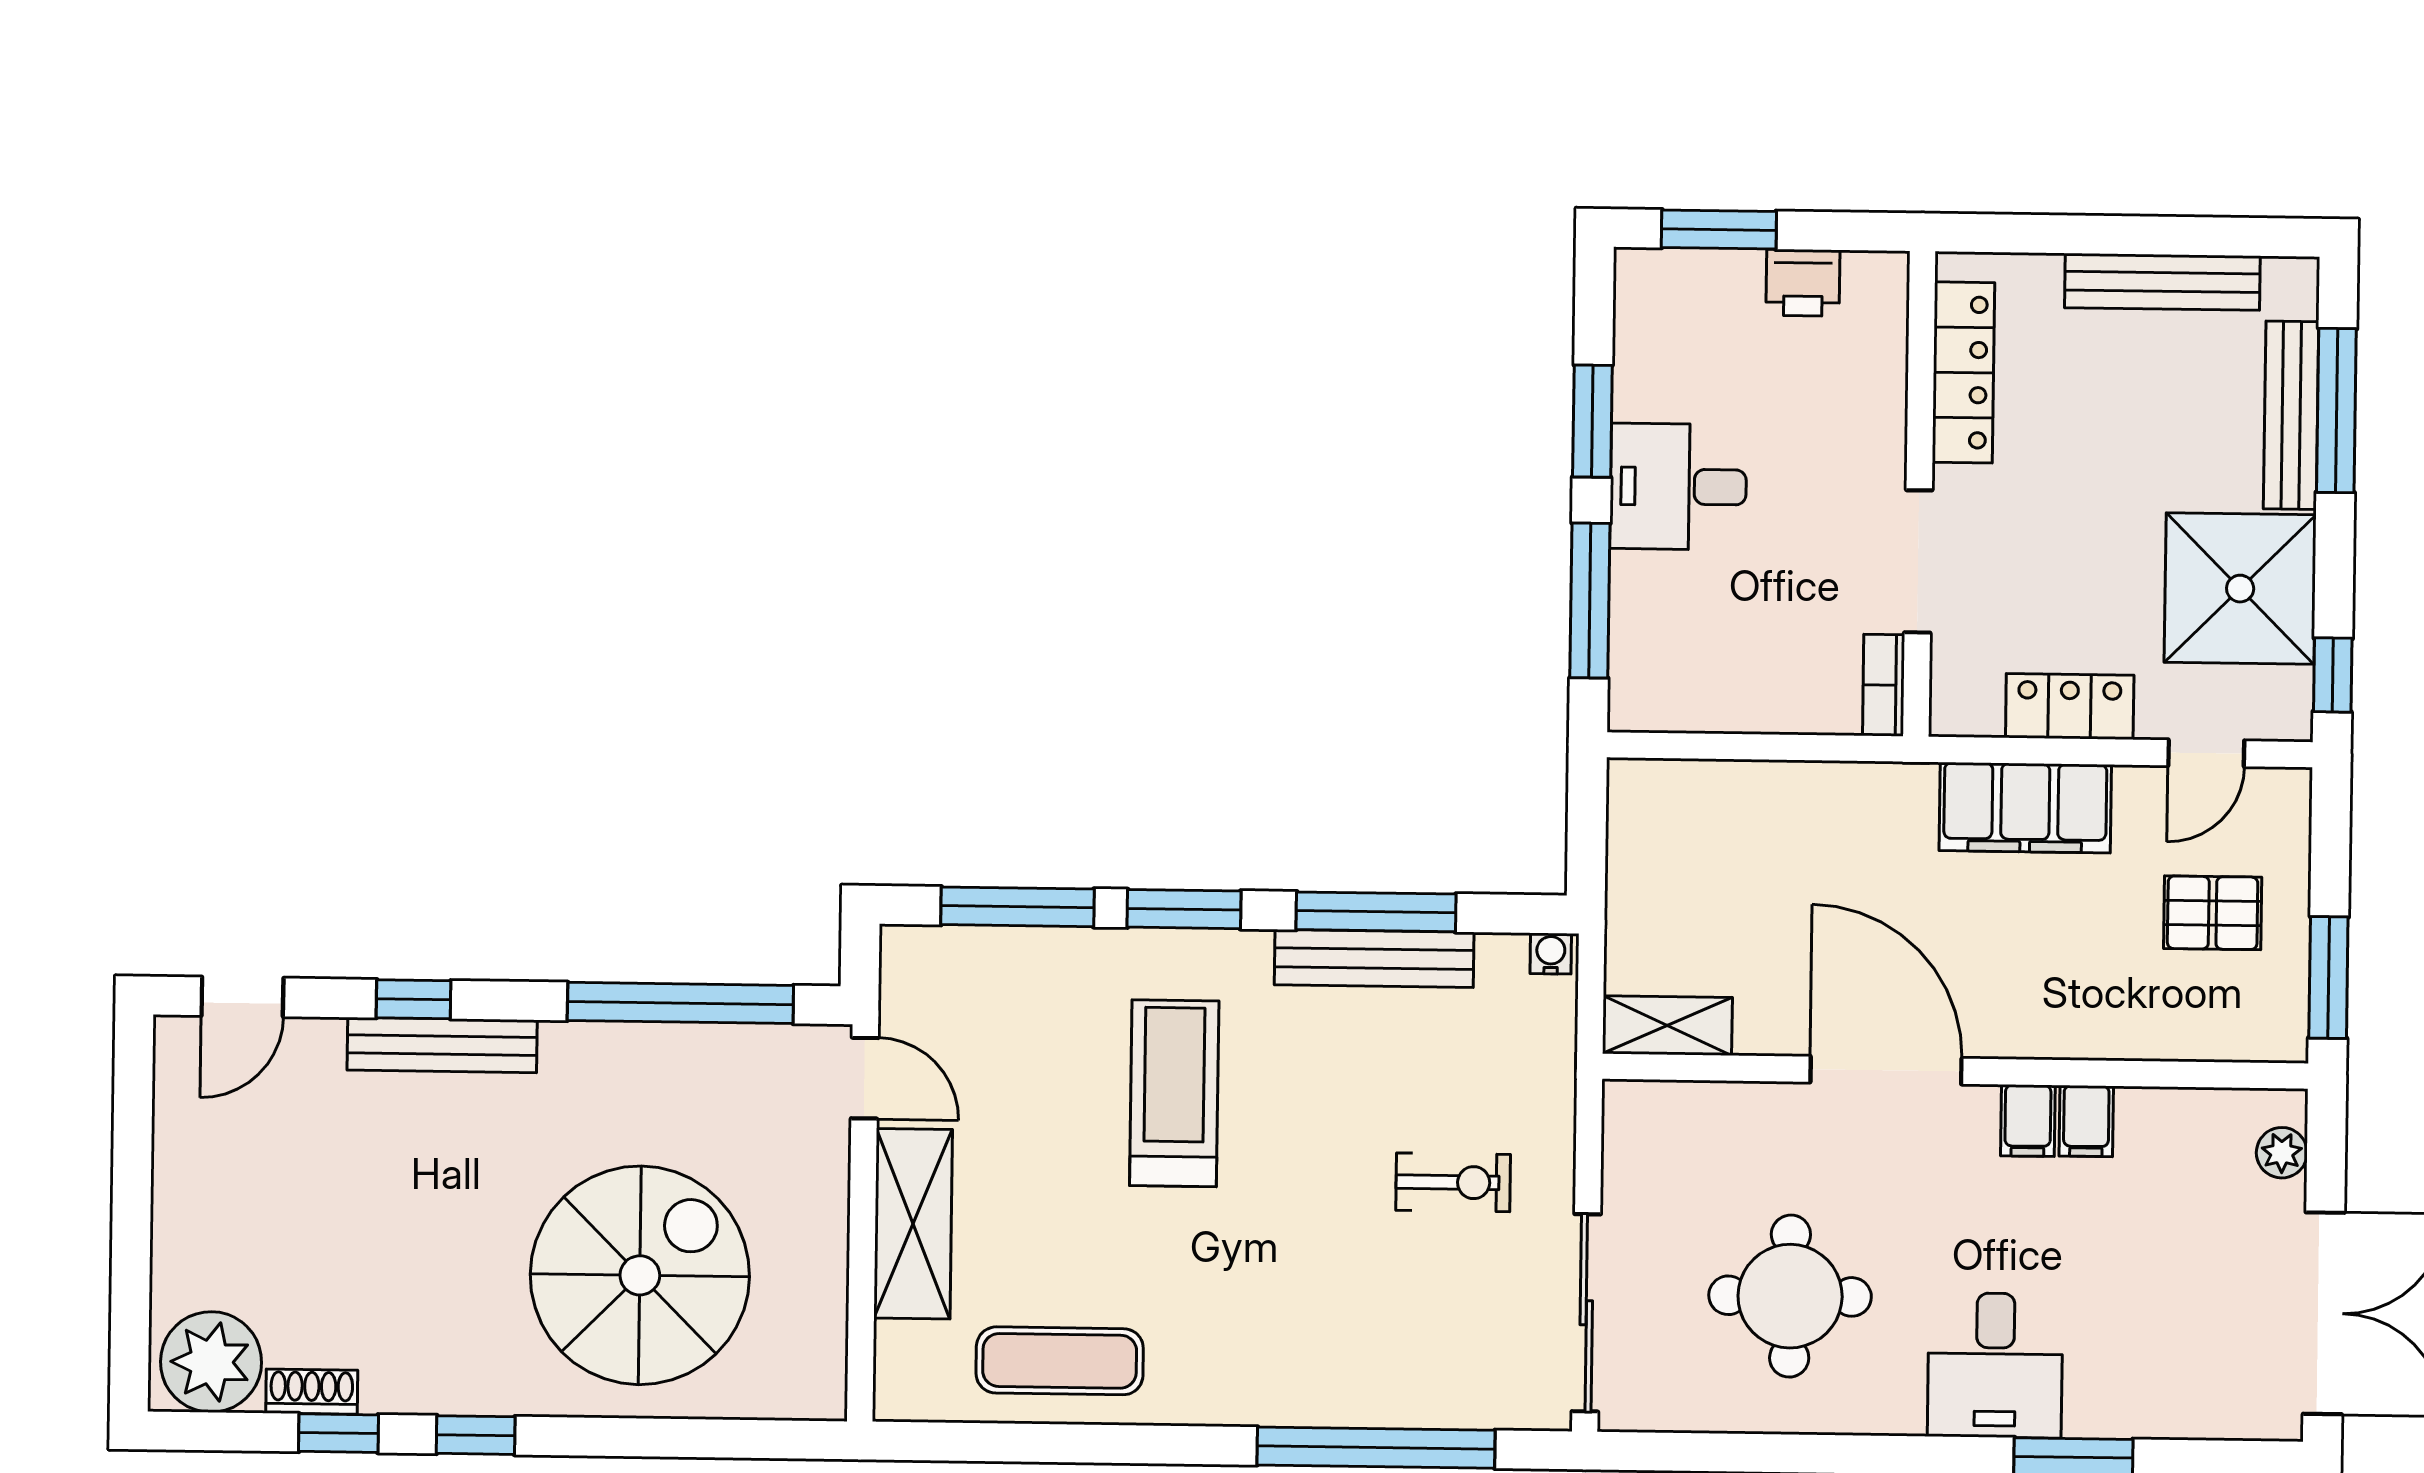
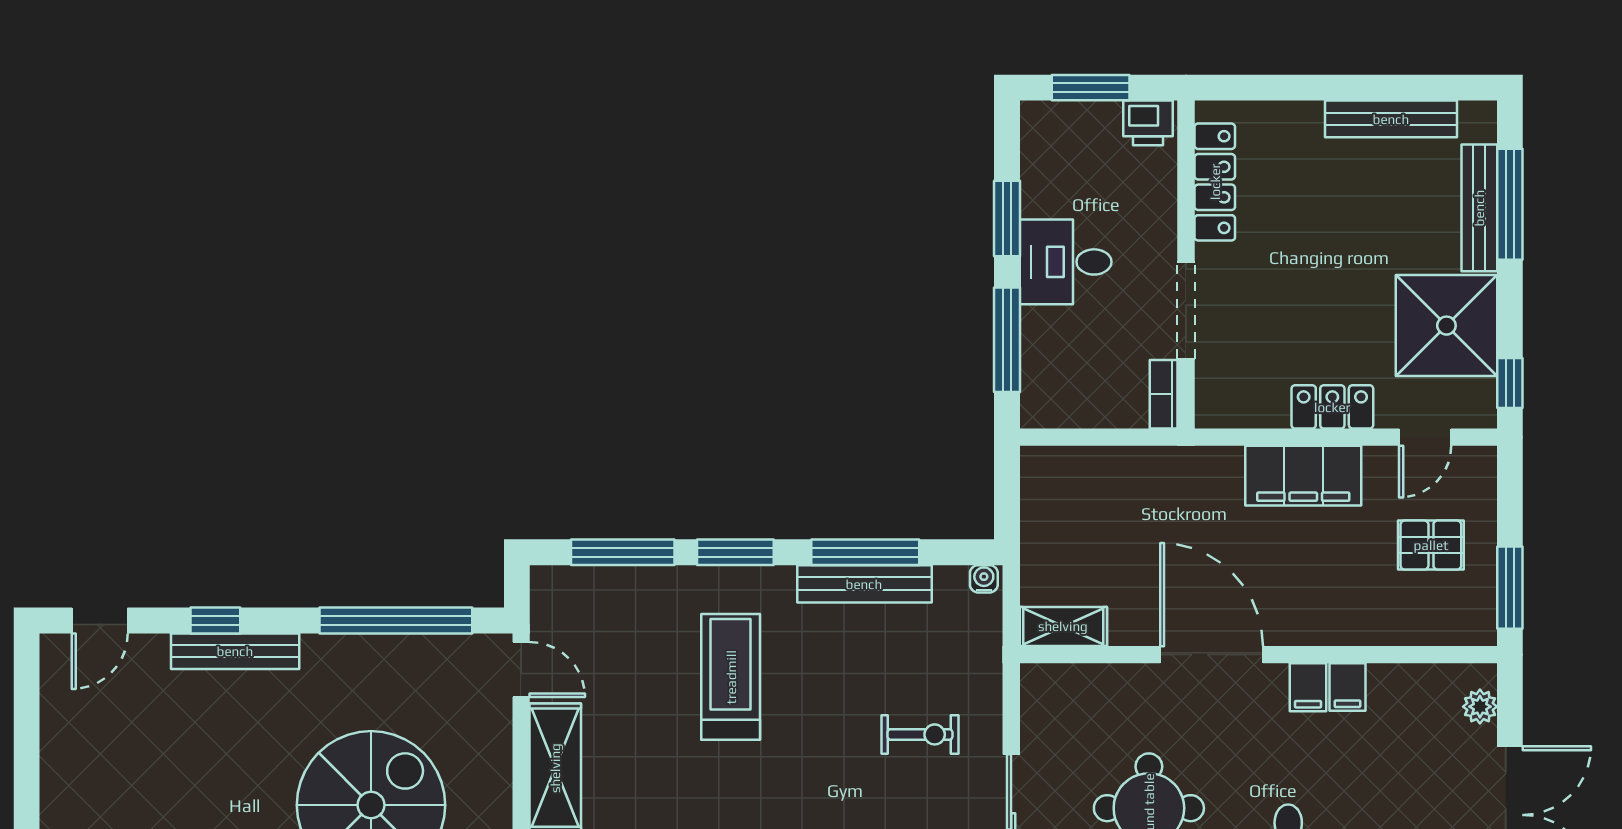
locker: (1963, 372) -> (1215, 182), moved
wall: (1919, 494) -> (1186, 265), moved
doorway: (1918, 561) -> (1186, 310), moved
bookcase: (1884, 685) -> (1164, 394), moved

